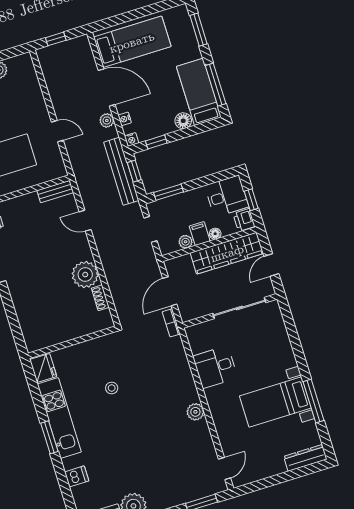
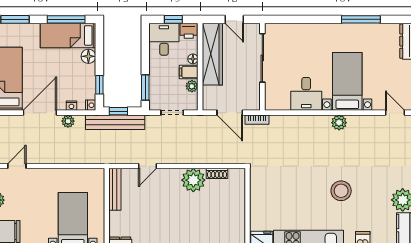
door: (57, 131) -> (17, 166), moved
bench: (55, 192) -> (115, 189), width x1.36
stool: (112, 388) -> (341, 191), moved, width x1.89, depth x1.89
bed with nightstands: (275, 402) -> (347, 81), moved, turned 180

